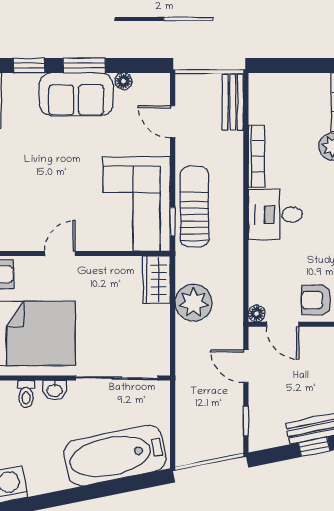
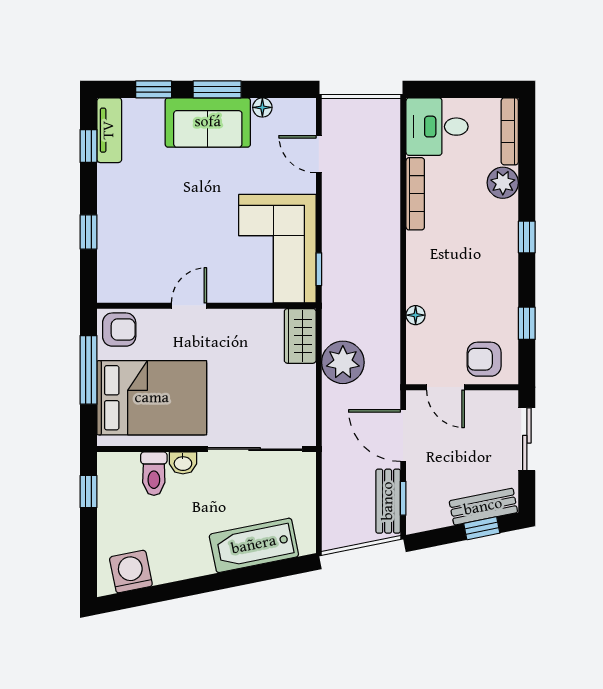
bench: (233, 102) -> (388, 501), moved
sun lounger: (194, 207) -> (344, 252), removed
desk: (275, 215) -> (437, 127), moved
floor lamp: (257, 314) -> (416, 315), moved
door: (246, 366) -> (403, 436), width x1.38
toilet: (26, 394) -> (154, 474), width x1.37, depth x1.39
bathtub: (115, 456) -> (254, 545), width x0.73, depth x0.73

